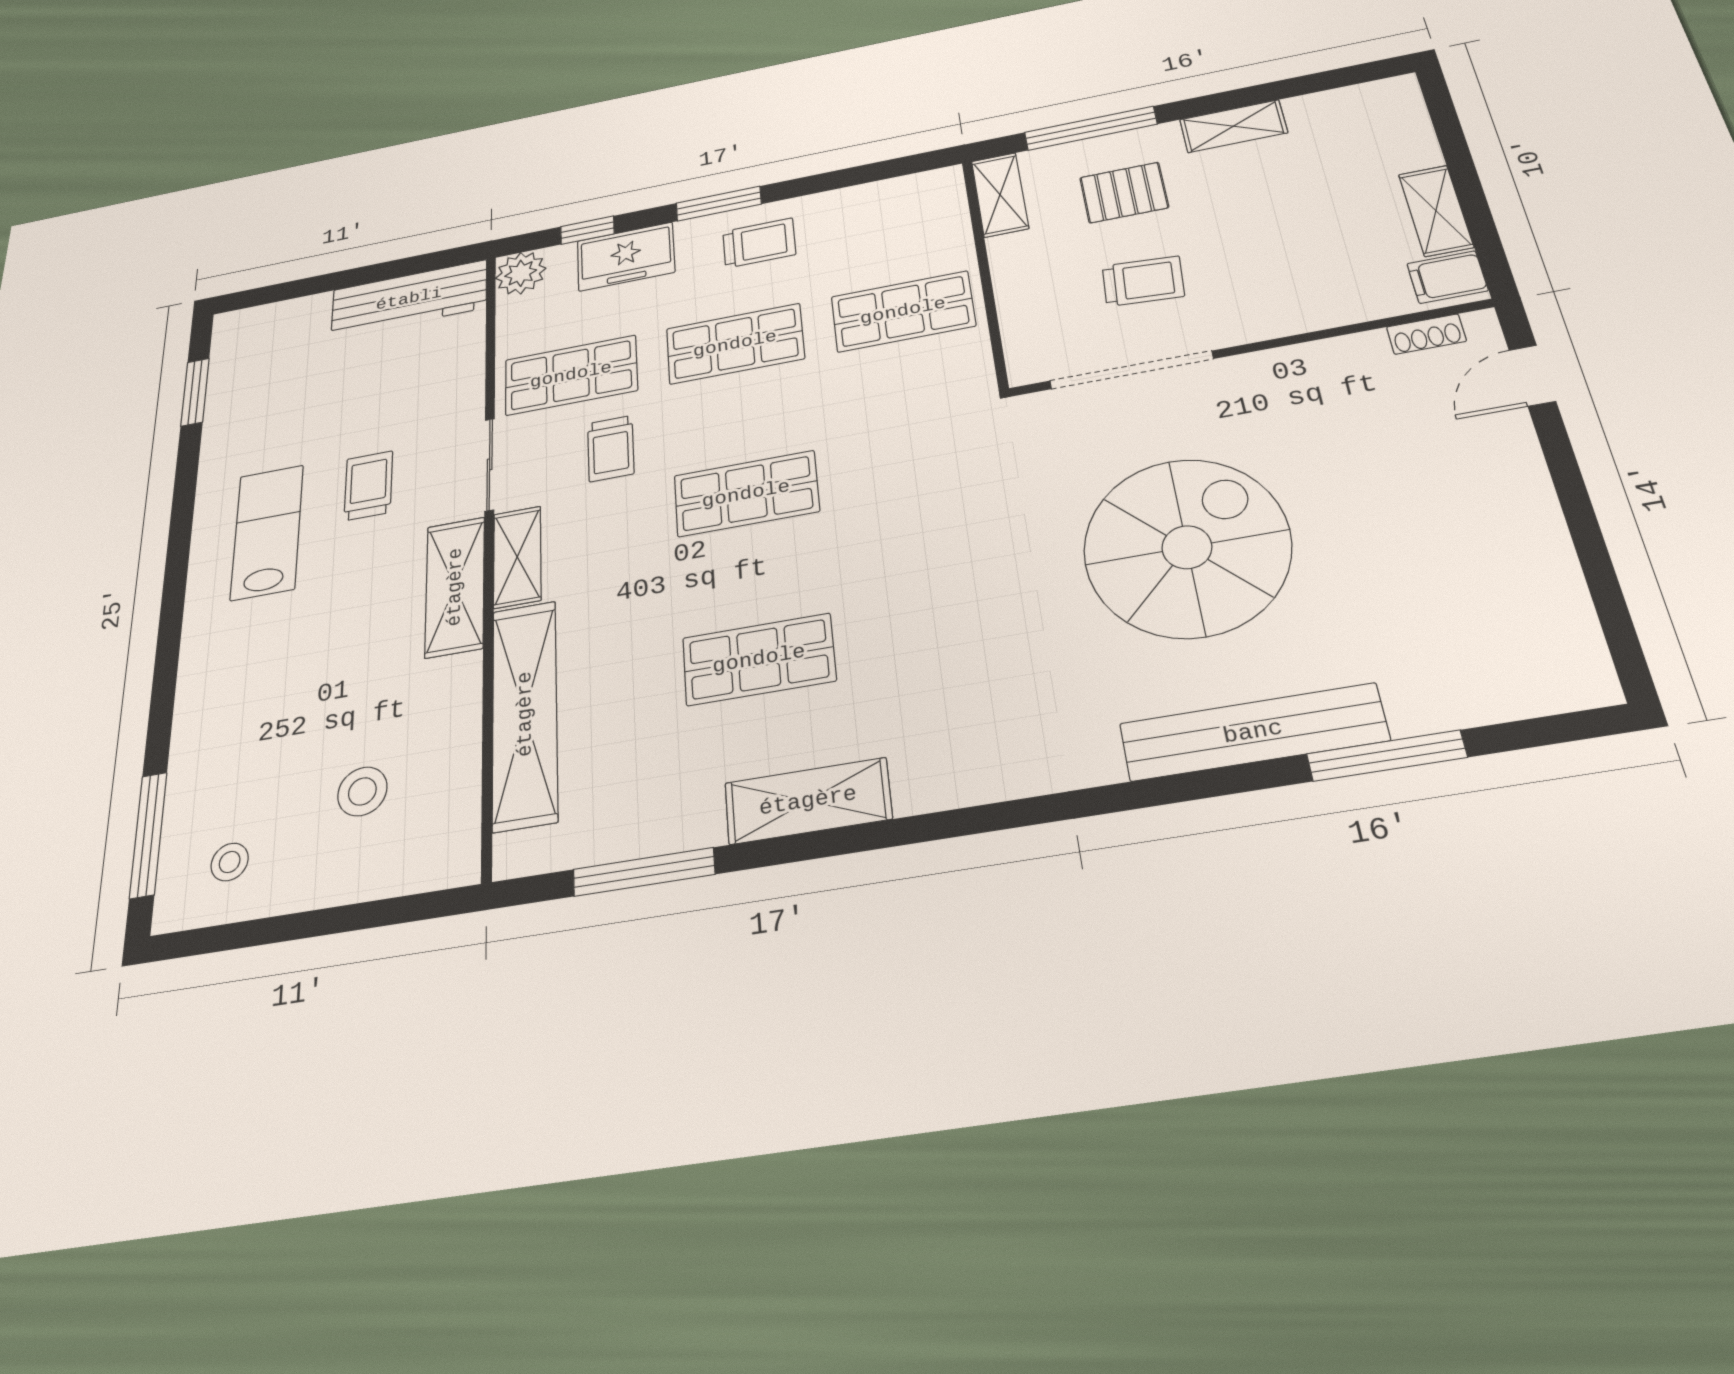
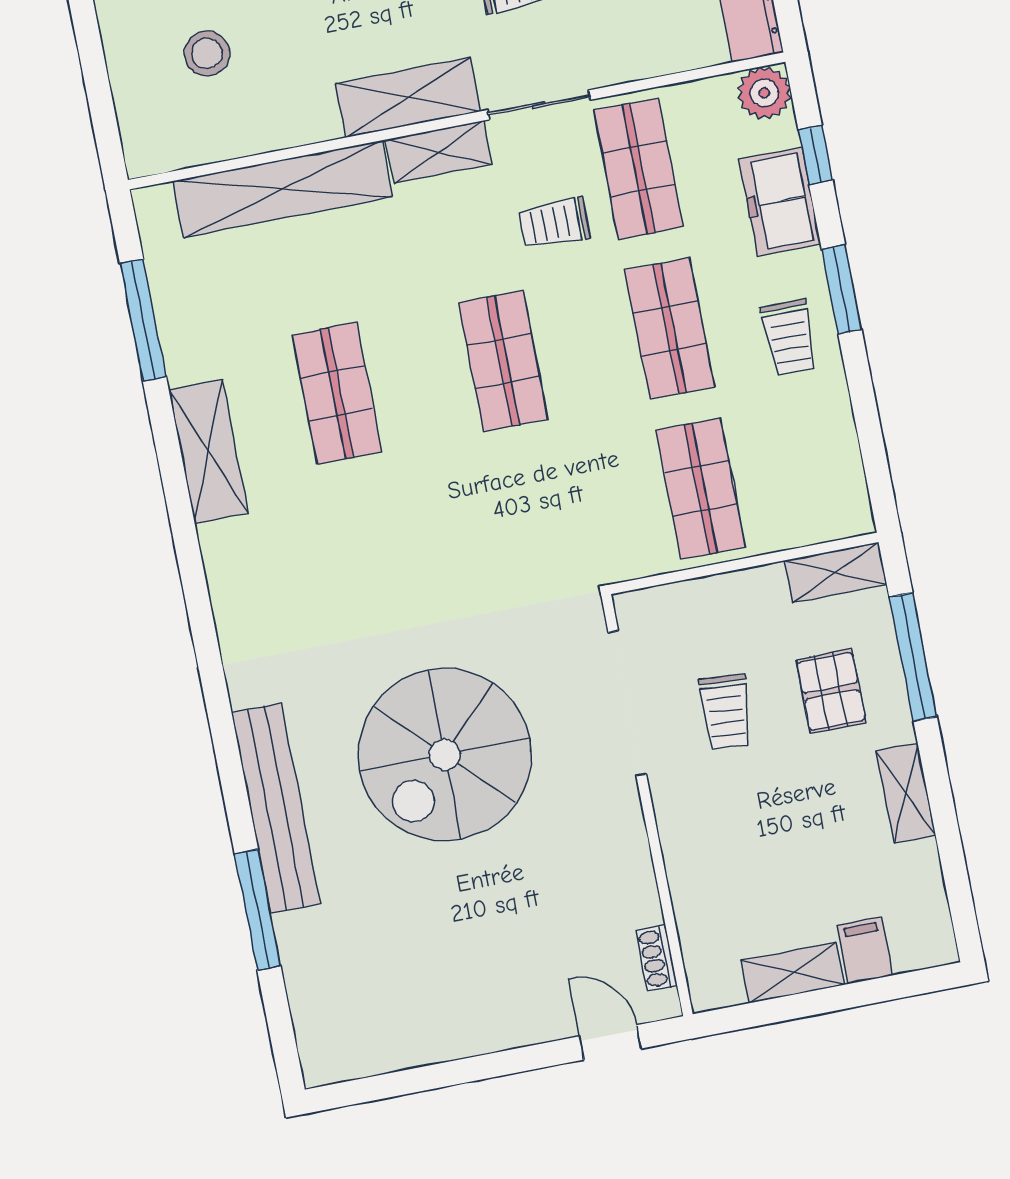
filing cabinet: (1447, 277) -> (865, 950), moved
spiral stairs: (1187, 547) -> (445, 755), turned 90

